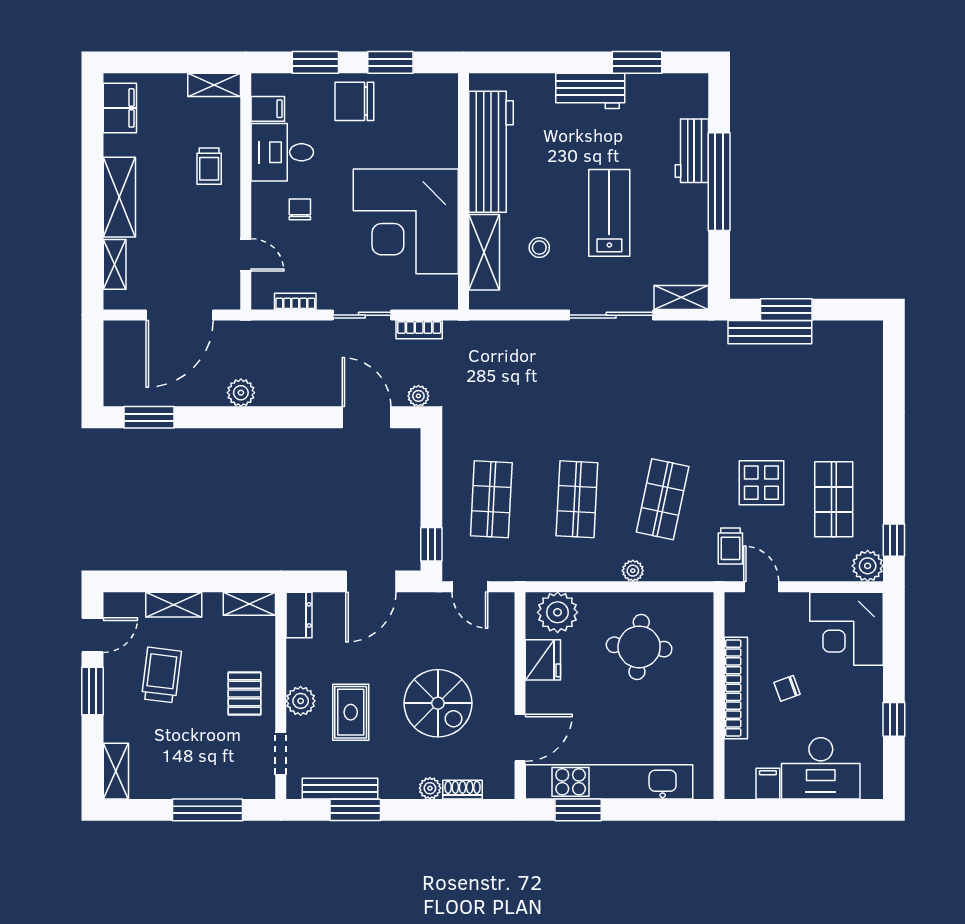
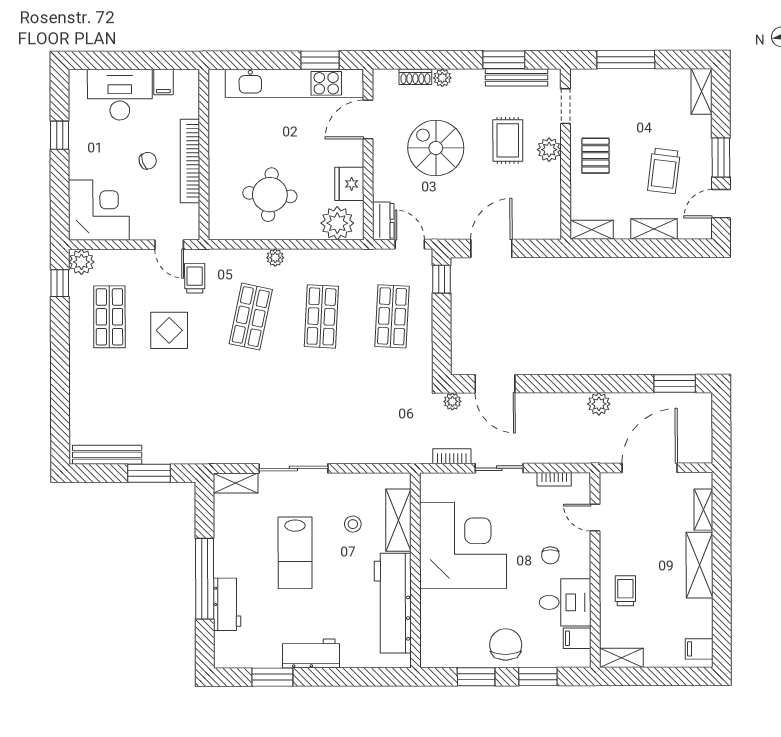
chair: (354, 101) -> (506, 644), turned -90
filing cabinet: (120, 108) -> (699, 649), width x0.50
bench: (770, 332) -> (107, 455), moved
dresser: (299, 615) -> (383, 221), moved, turned 180

